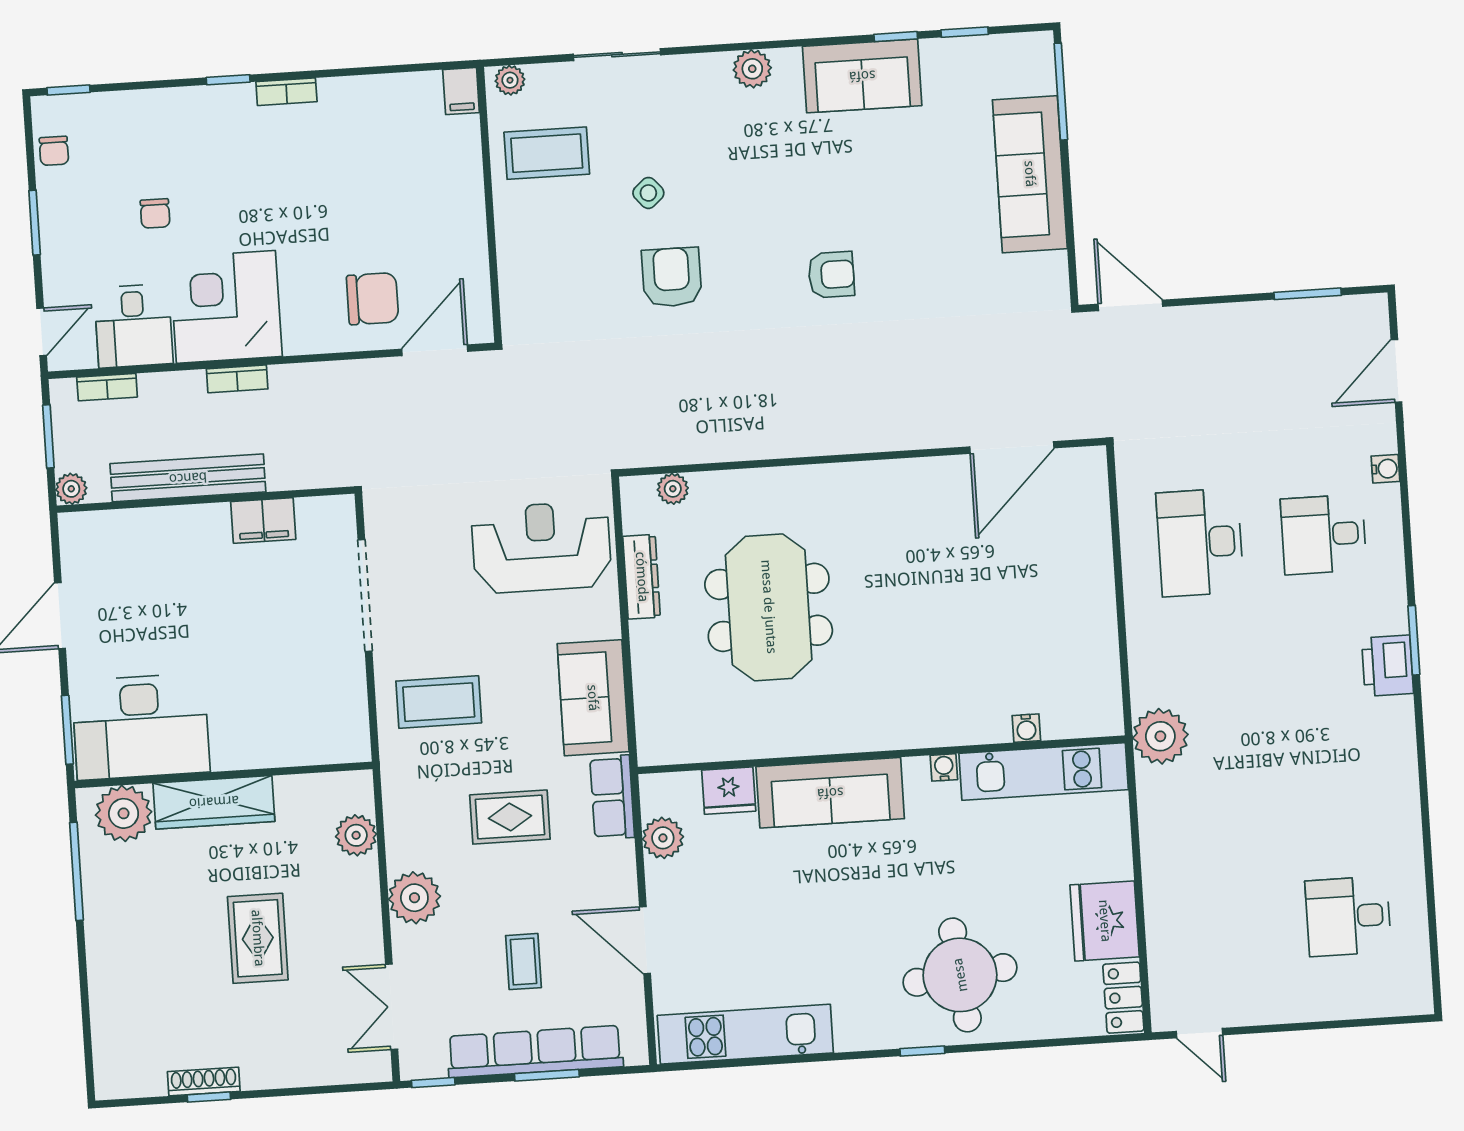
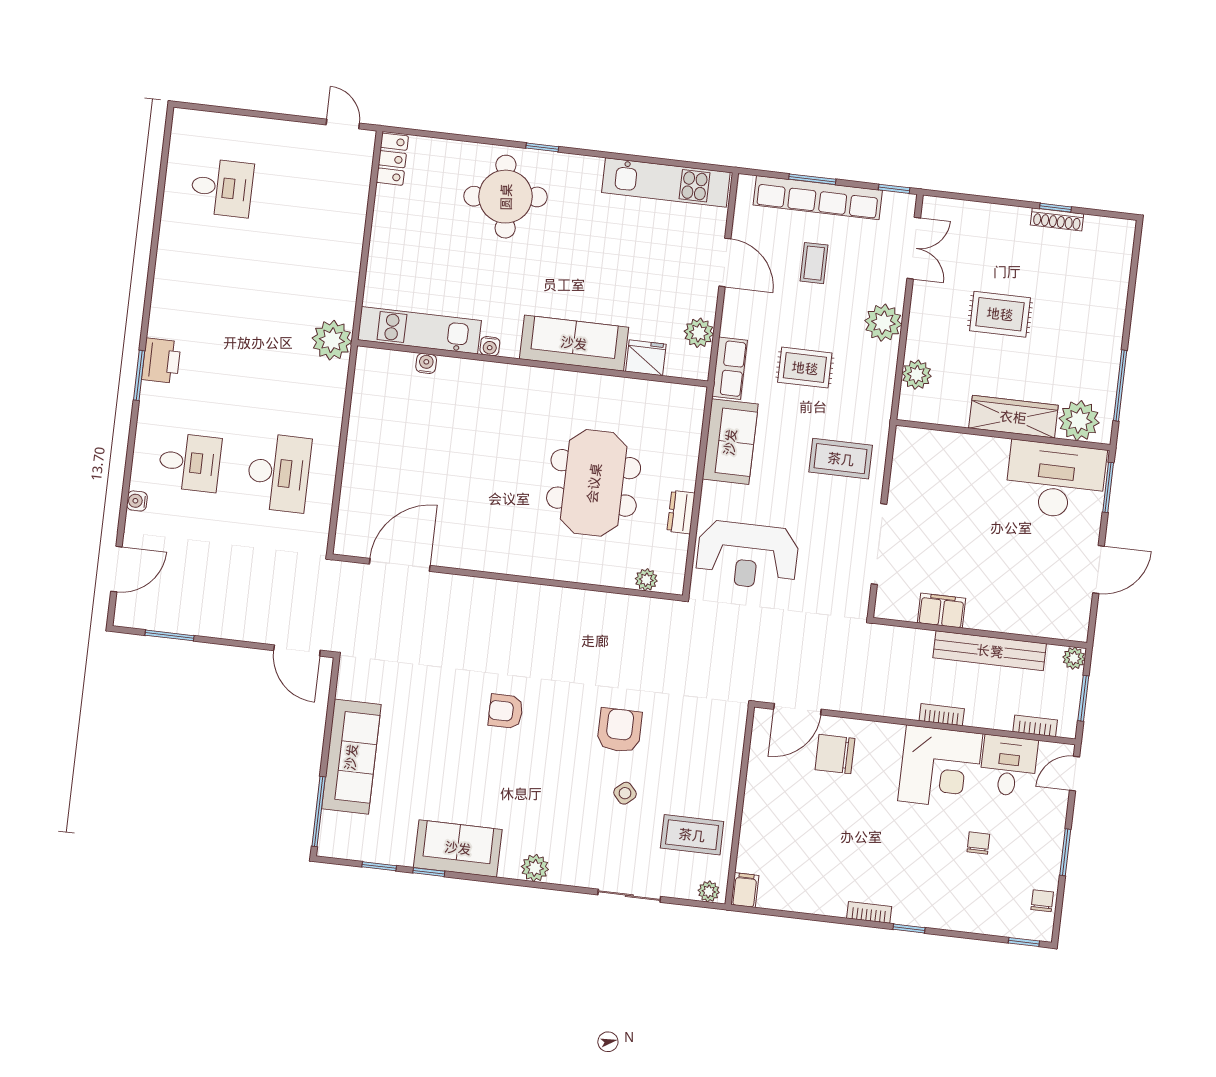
armchair: (672, 277) -> (619, 730), turned 180
dresser: (642, 577) -> (681, 512), width x0.70
fridge: (1105, 921) -> (396, 216), removed
rug: (258, 938) -> (1000, 314), turned 90

